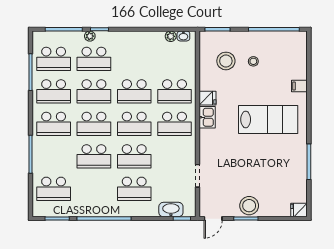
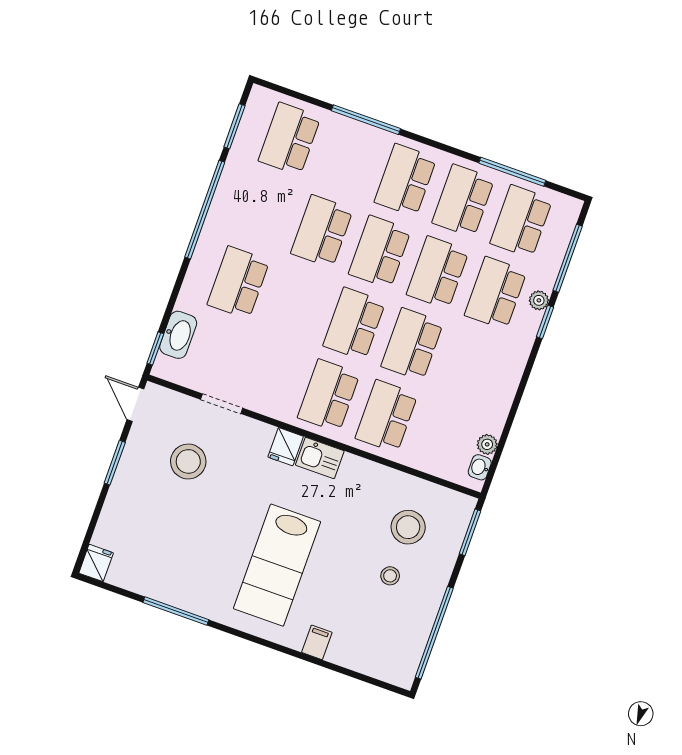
fridge: (208, 98) -> (286, 447), moved
school desk: (134, 156) -> (296, 303), removed
stool: (249, 206) -> (188, 461), moved

